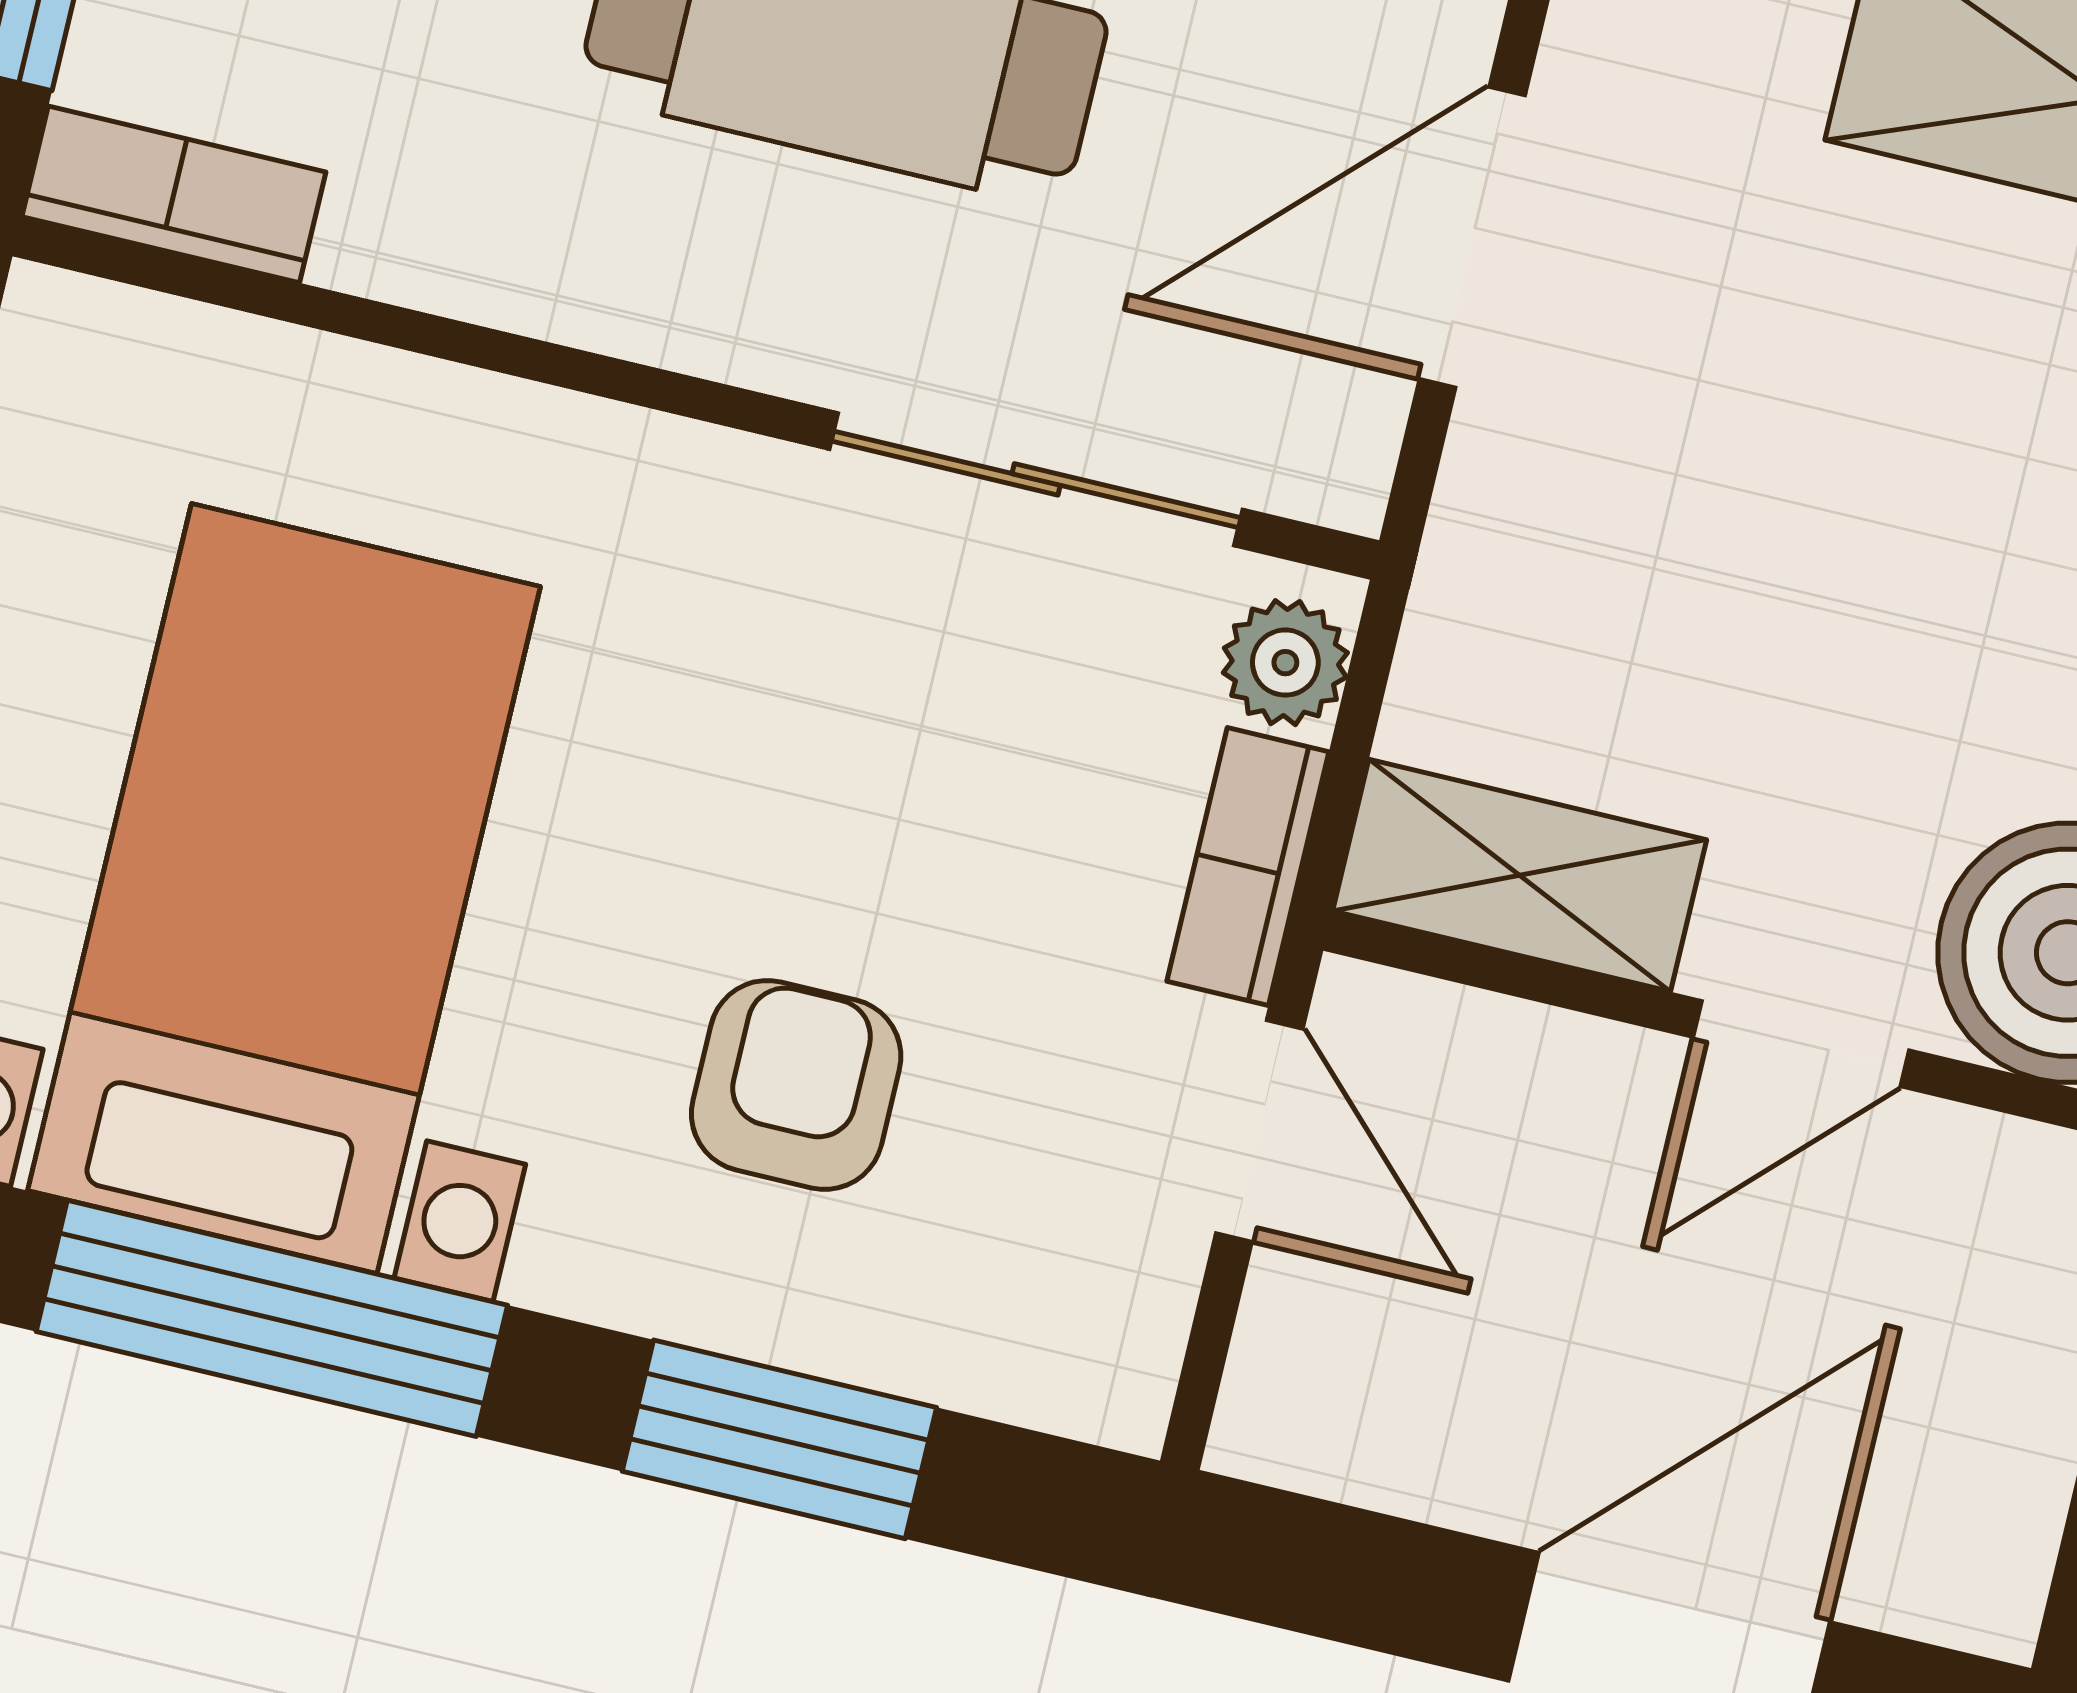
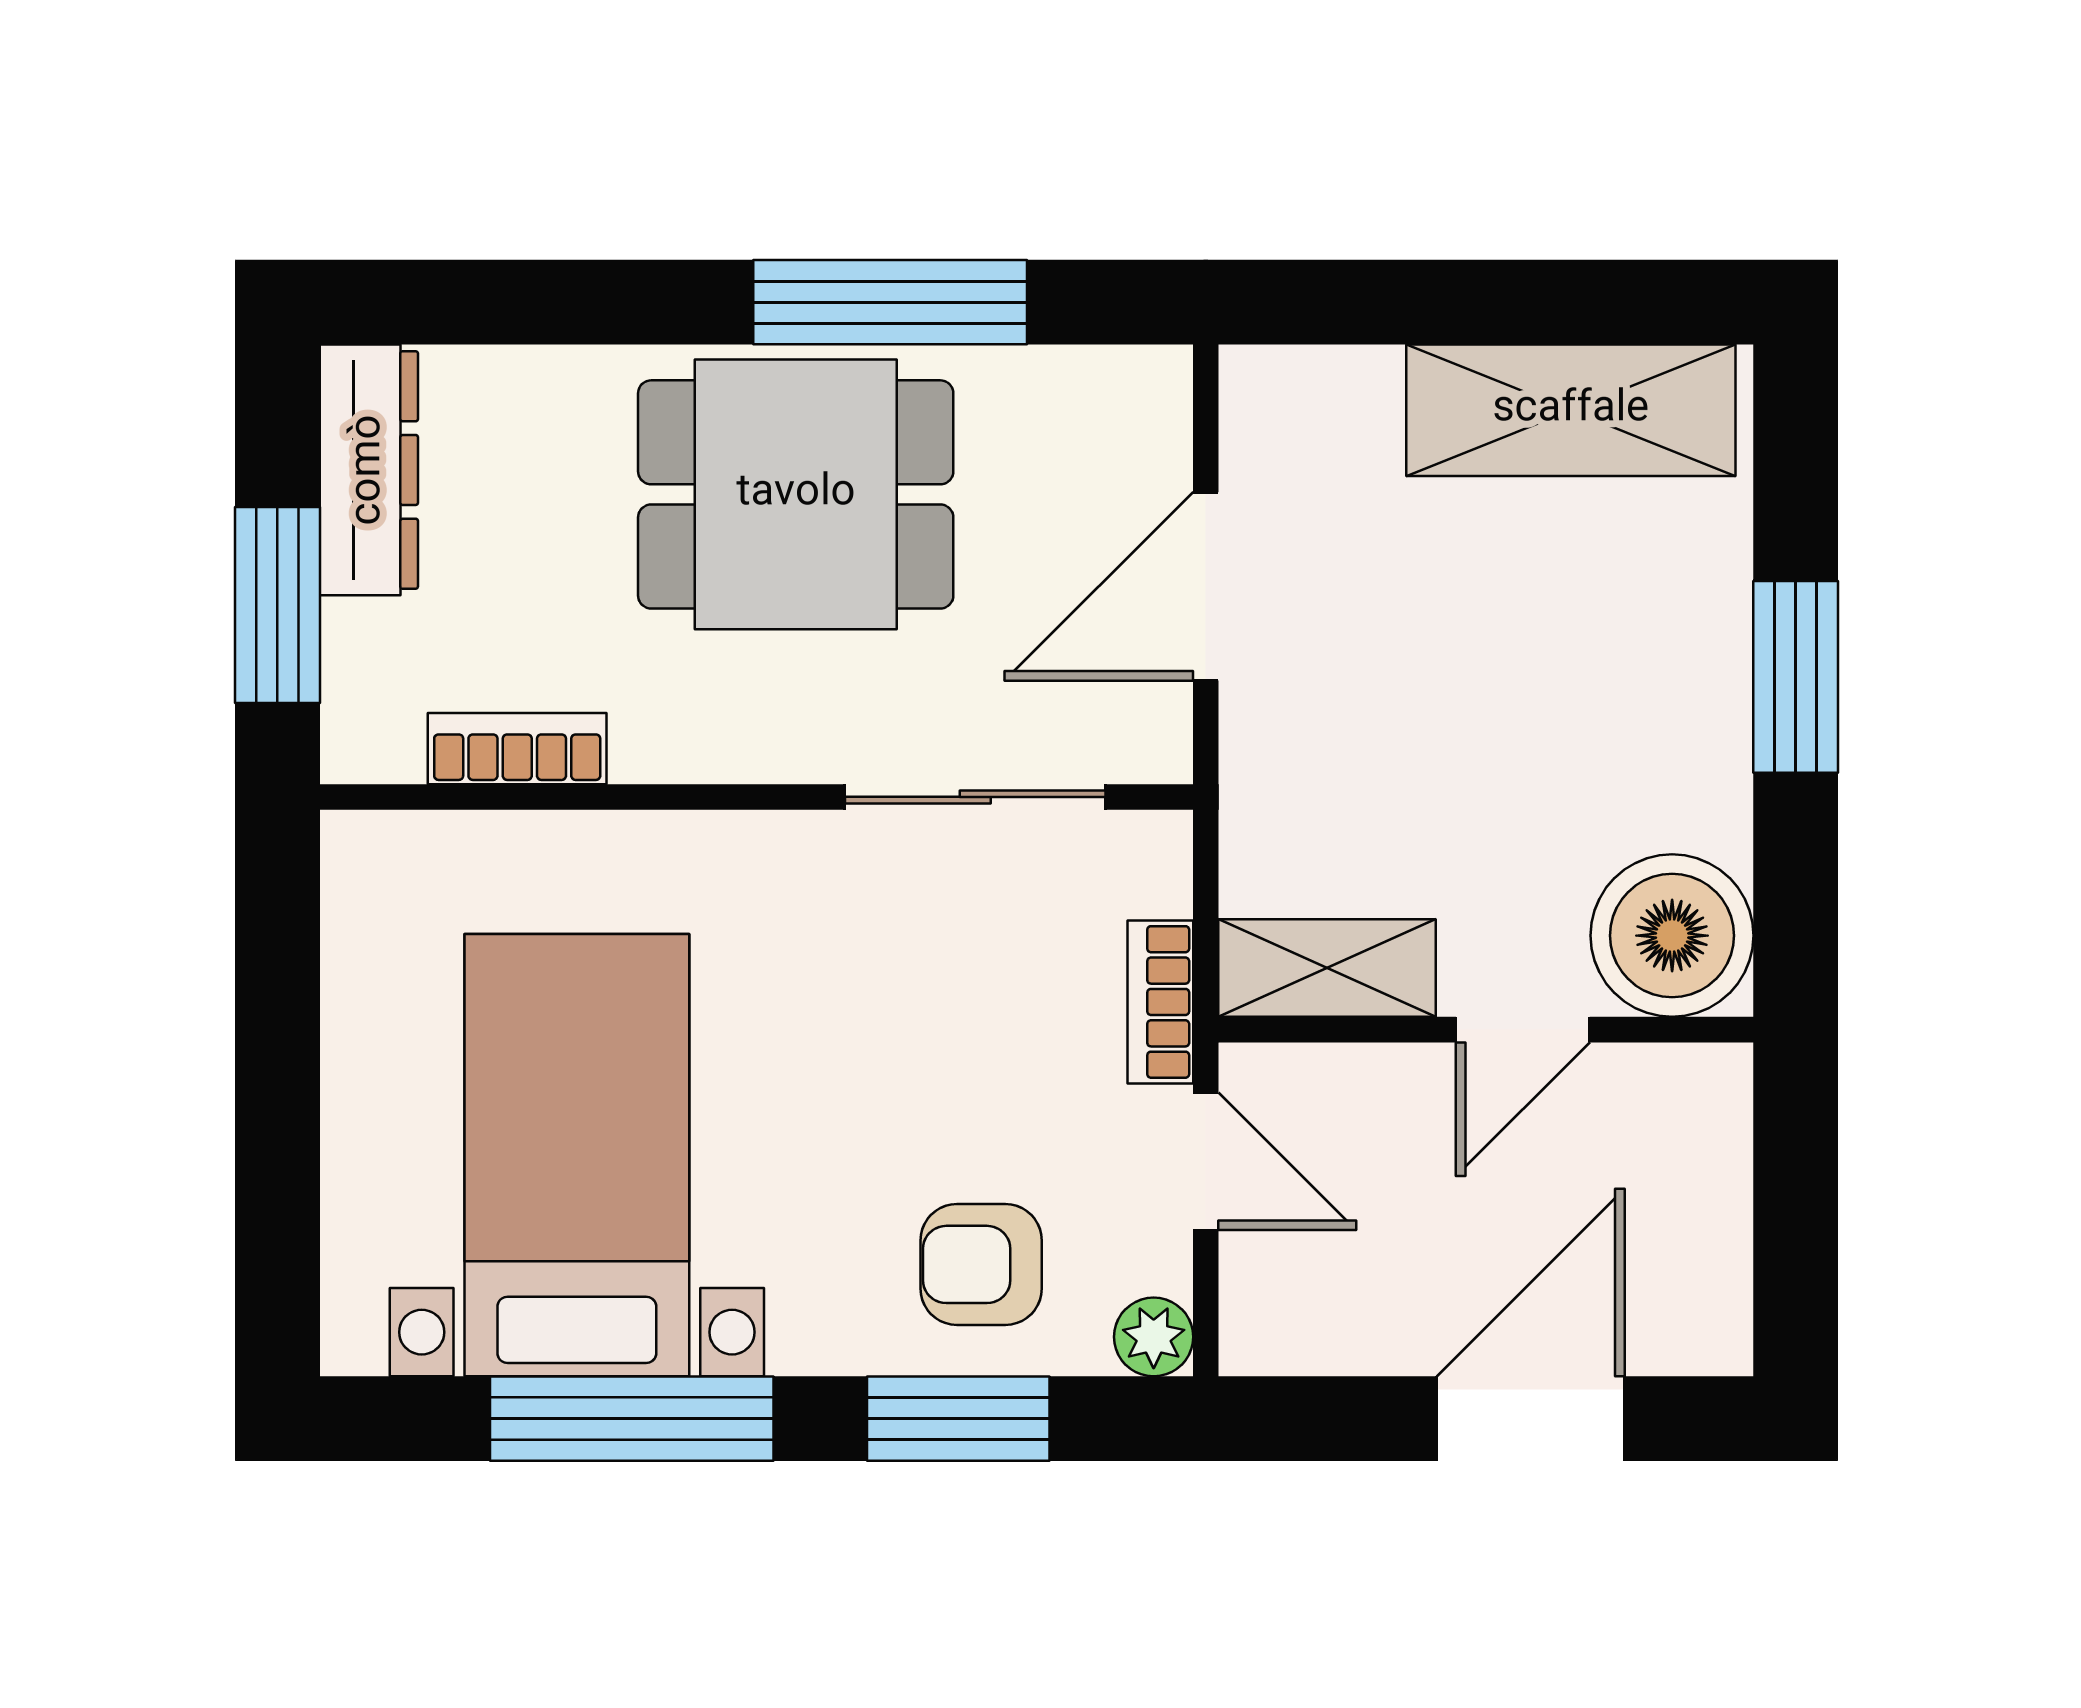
bookcase: (174, 194) -> (517, 749), moved
plant: (1285, 663) -> (1154, 1337), moved
armchair: (796, 1085) -> (981, 1264), moved, turned -90

